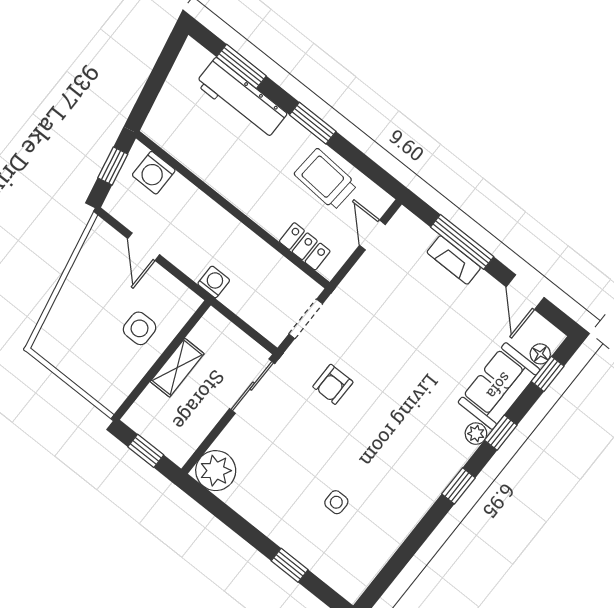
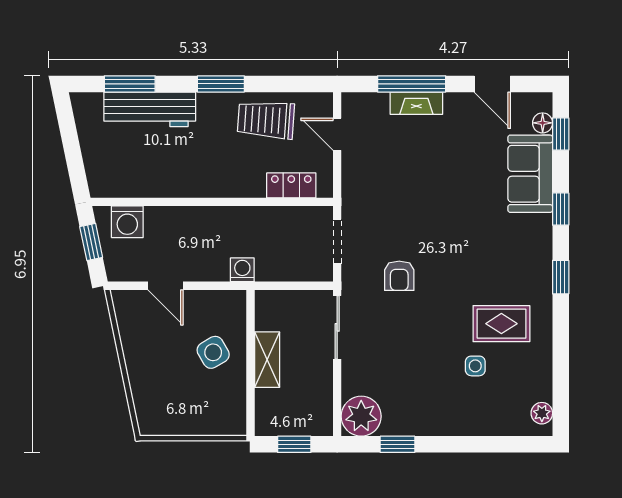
side table: (140, 328) -> (213, 352), turned -30
plant: (476, 434) -> (542, 413), moved
rug: (383, 485) -> (501, 324), added
window: (290, 565) -> (397, 444), moved

